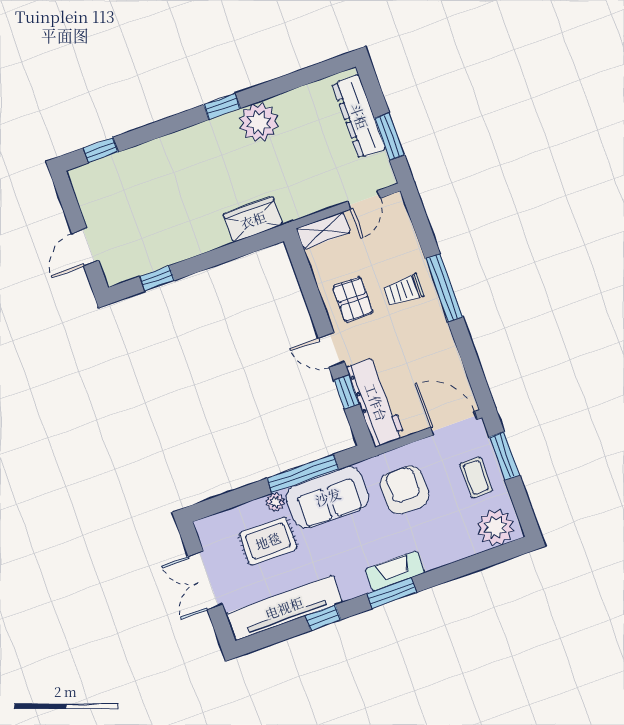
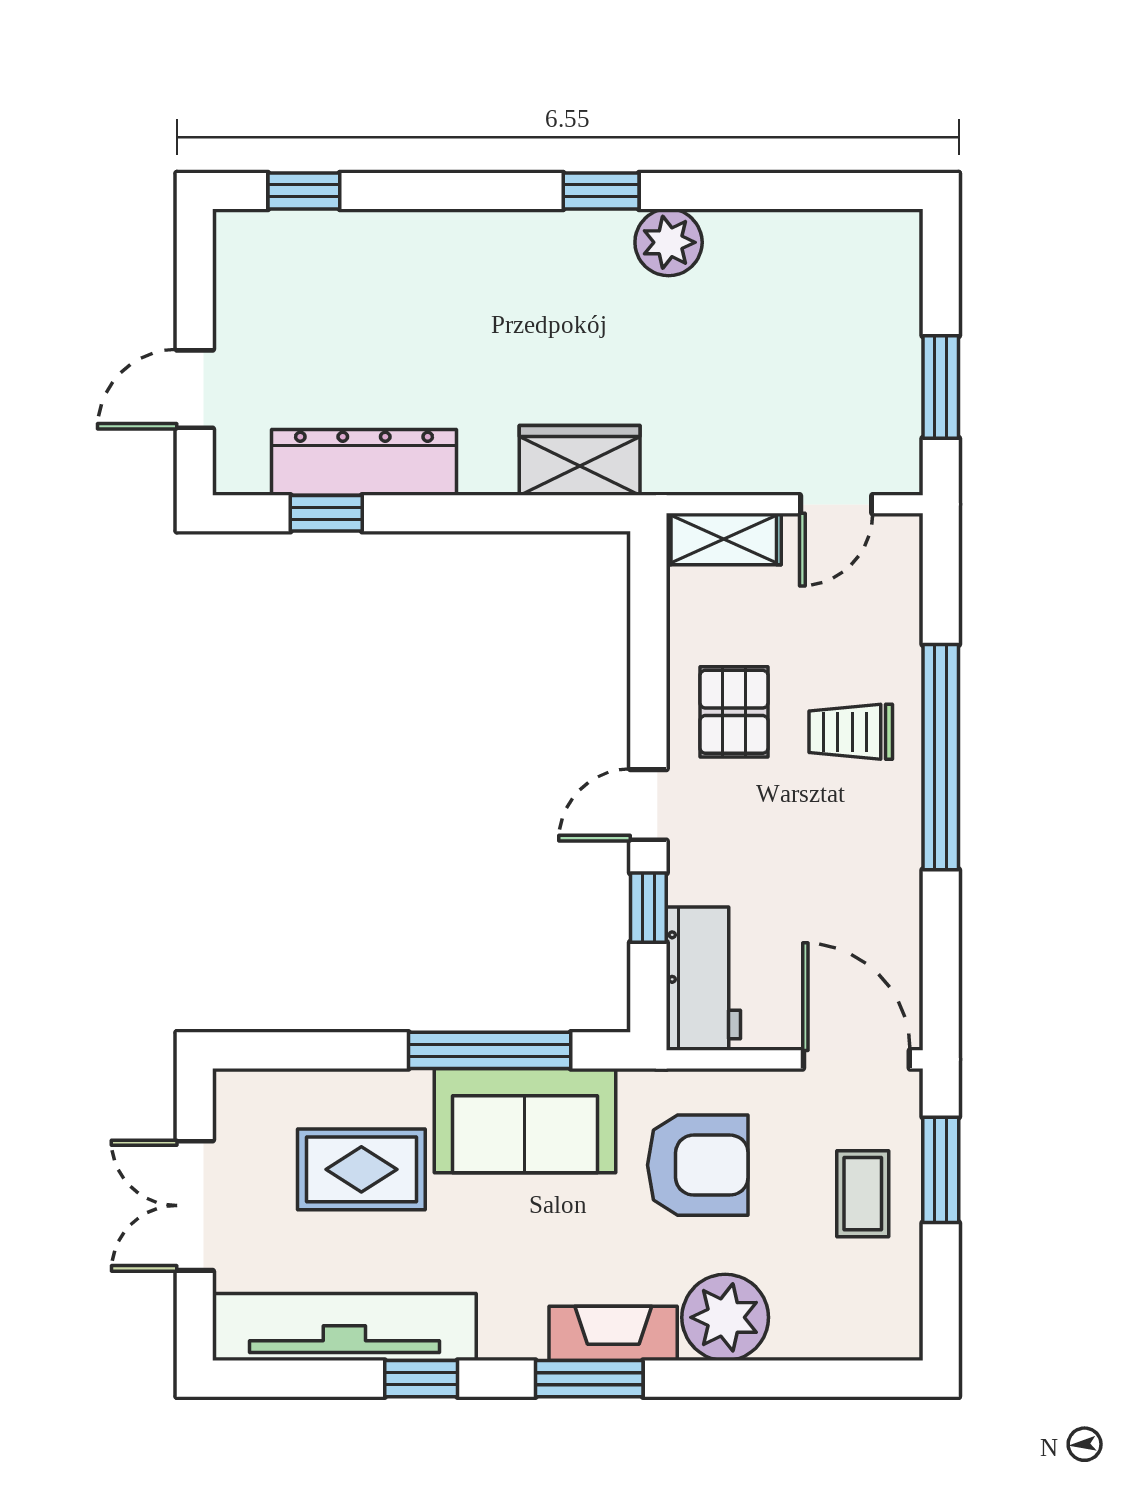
dresser: (359, 116) -> (364, 462), moved, turned 90
plant: (259, 122) -> (669, 242), width x0.73, depth x0.73
window: (444, 288) -> (941, 757), width x1.46
door: (332, 350) -> (648, 805), hinge flipped
workbench: (376, 402) -> (703, 979), width x0.73
armchair: (405, 490) -> (698, 1165), turned 90
plant: (275, 502) -> (407, 1091), removed
plant: (495, 527) -> (725, 1317), moved

